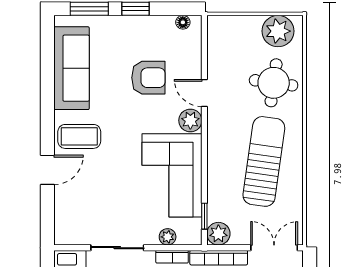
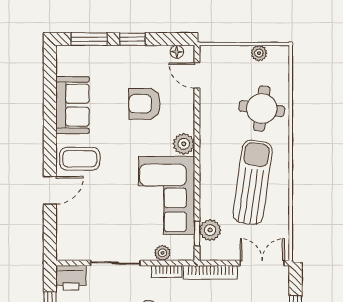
plant: (278, 31) -> (259, 53), width x0.53, depth x0.53
sofa: (72, 68) -> (72, 105), width x0.73
armchair: (148, 78) -> (144, 104), turned 180
door: (204, 93) -> (197, 75), moved
plant: (218, 234) -> (210, 230), moved

